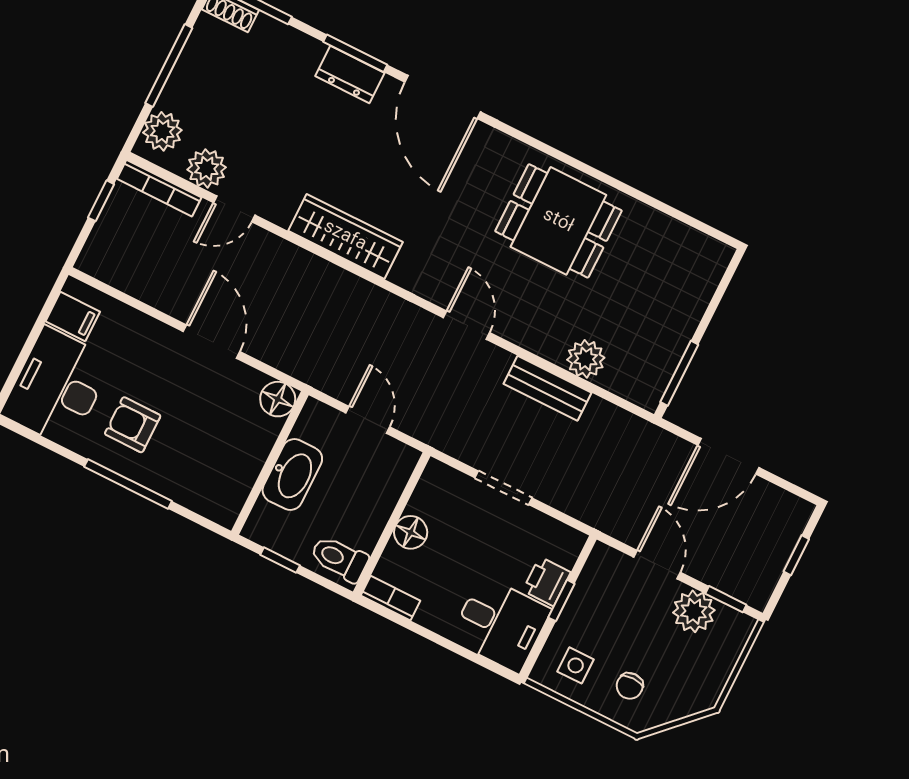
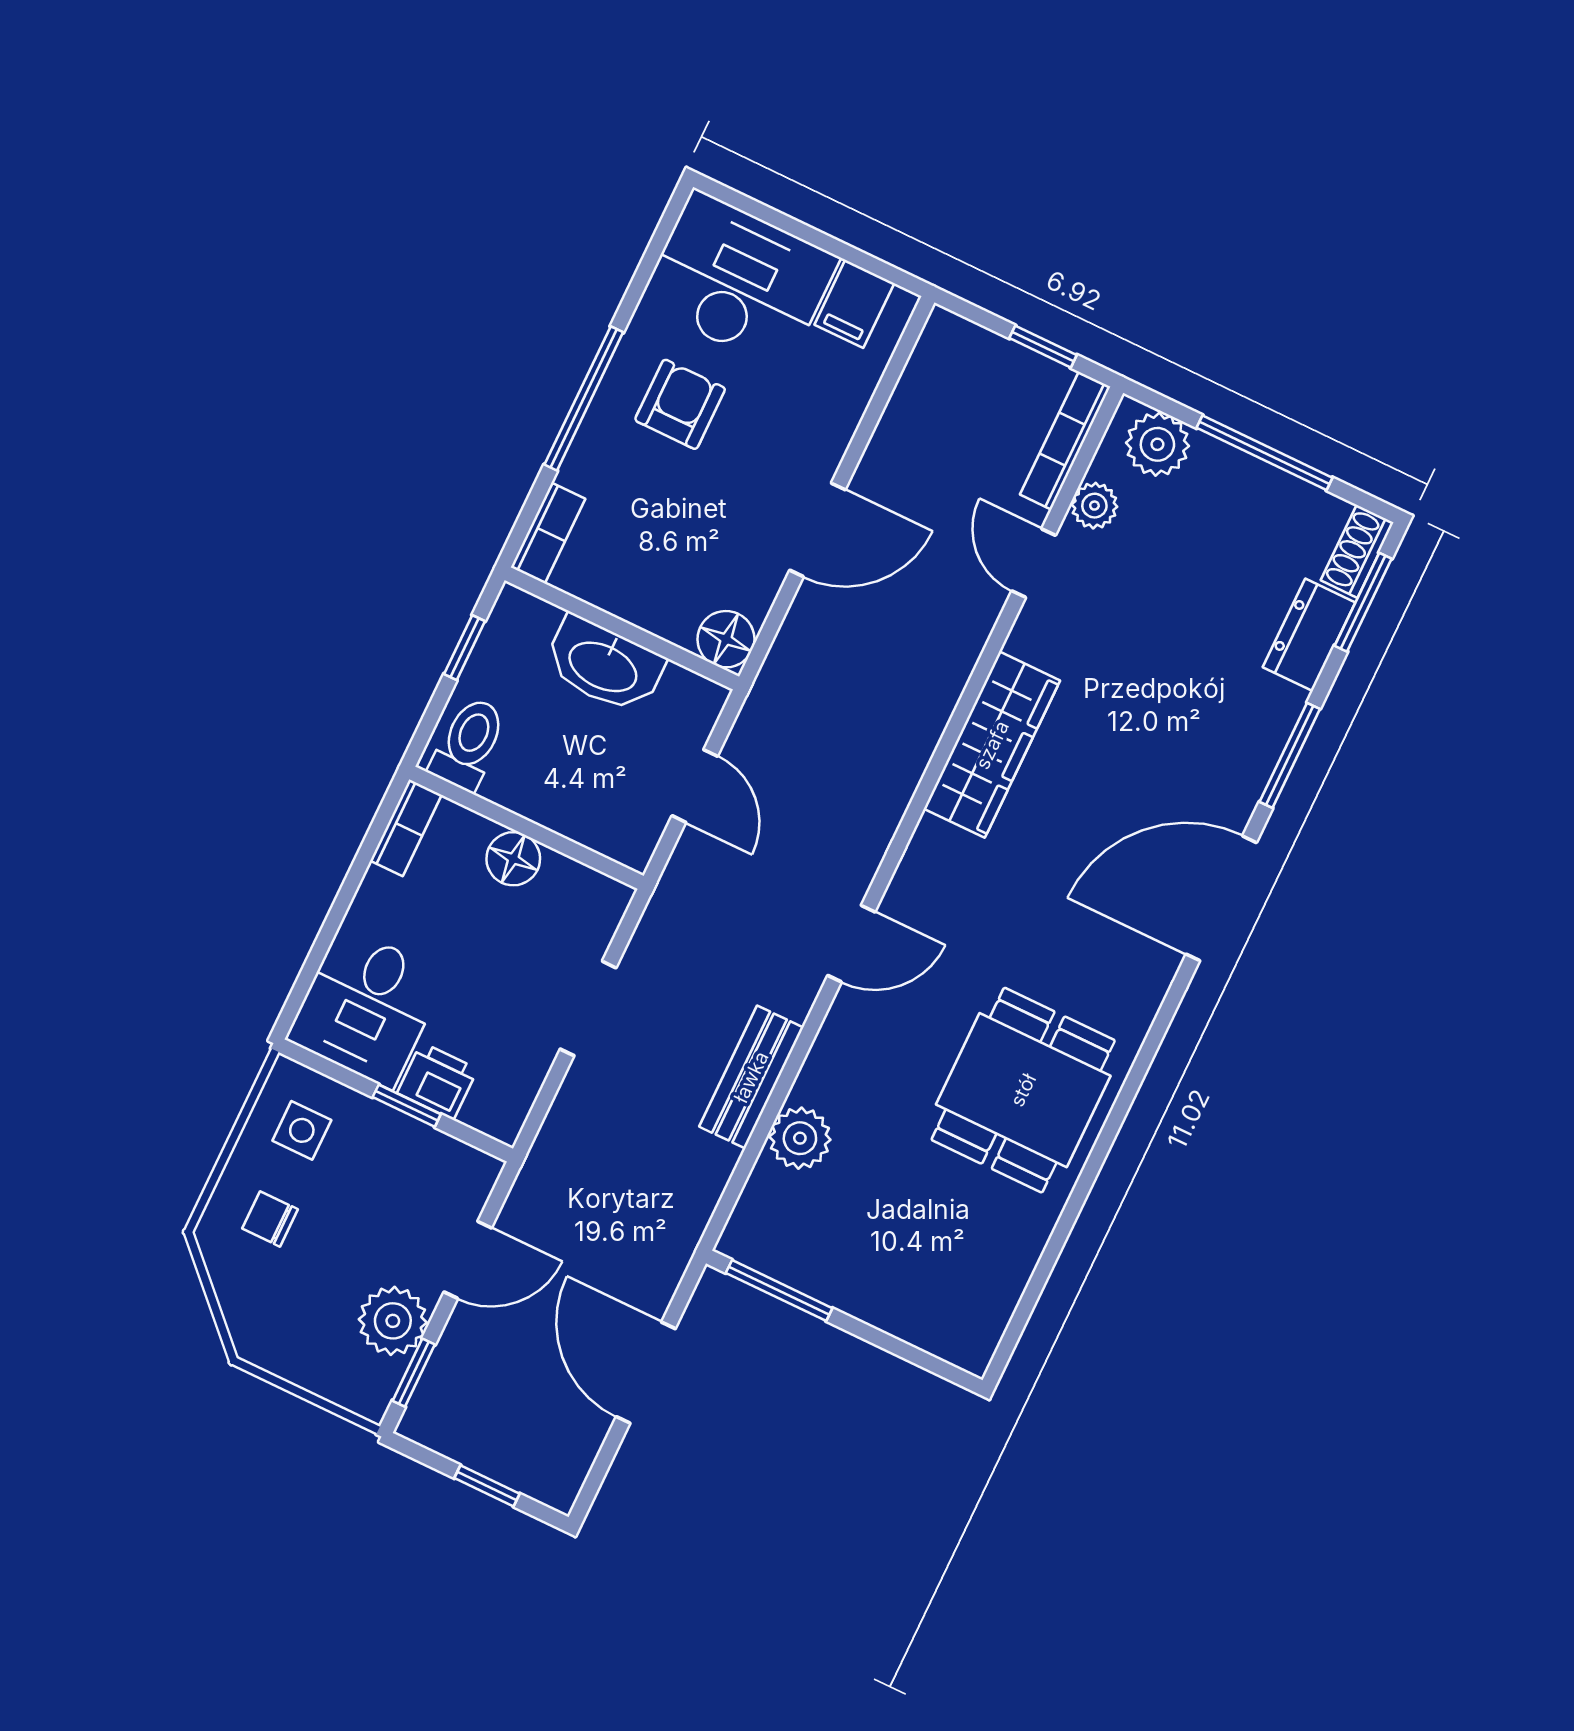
dresser: (350, 74) -> (1309, 635), moved
plant: (207, 168) -> (1094, 506), width x0.73, depth x0.73
door: (368, 420) -> (695, 786), hinge flipped
bookcase: (210, 507) -> (548, 533), added

